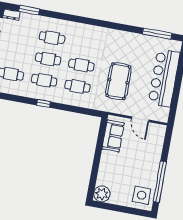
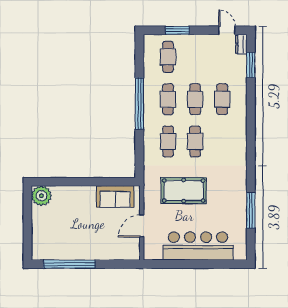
window: (157, 34) -> (251, 210), moved
window: (43, 103) -> (139, 104), width x3.17
side table: (142, 195) -> (49, 245), removed

